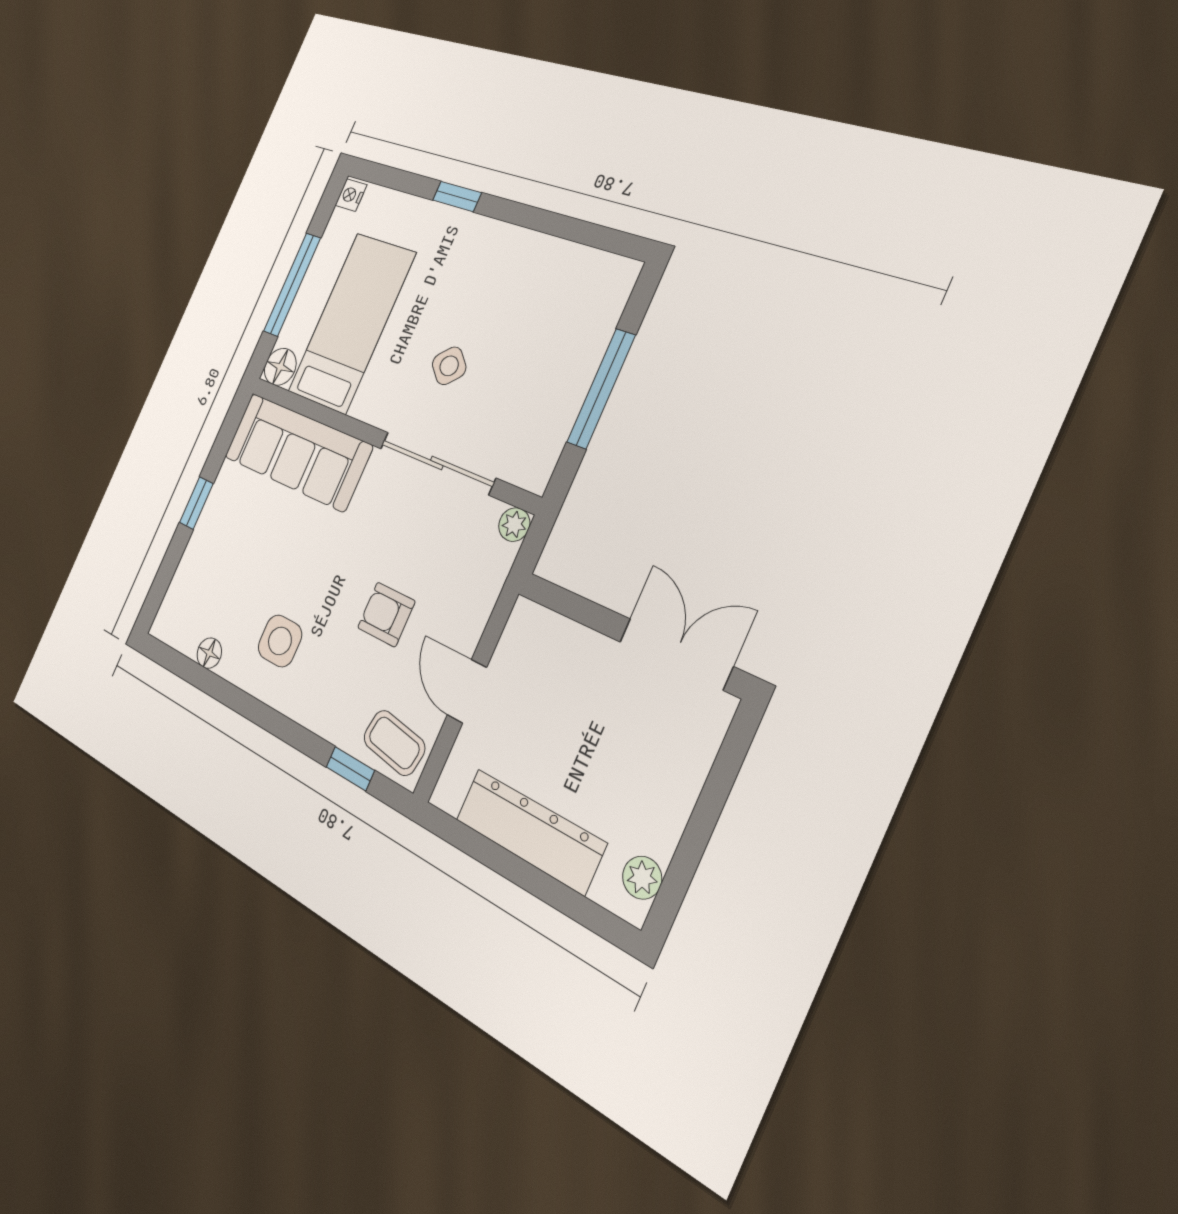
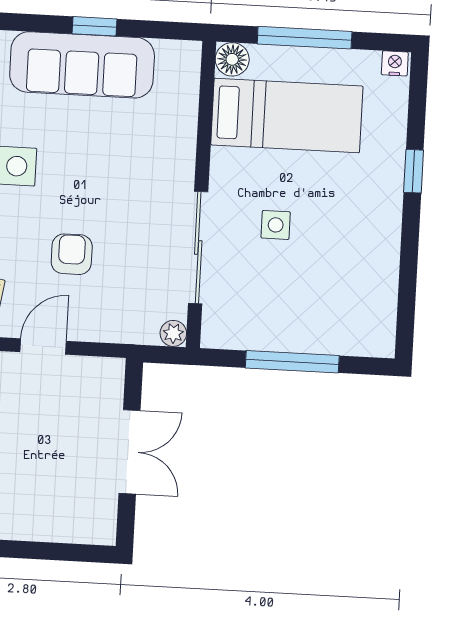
side table: (449, 366) -> (276, 225), turned 45
sofa: (297, 451) -> (82, 65), moved, turned -90
double door: (676, 654) -> (129, 452), moved

